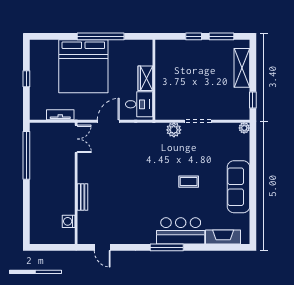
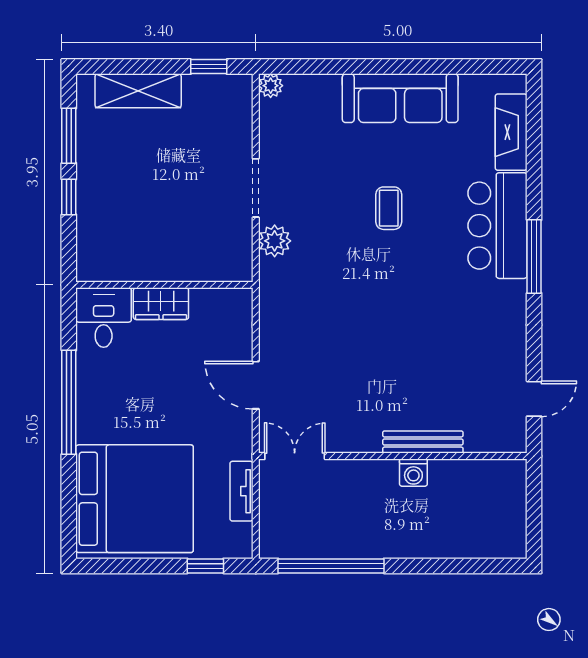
bed: (83, 66) -> (135, 499), moved
window: (26, 79) -> (205, 566), moved
desk: (139, 104) -> (104, 318), moved
bench: (83, 197) -> (423, 442), width x1.36
washing machine: (69, 221) -> (413, 473), moved

